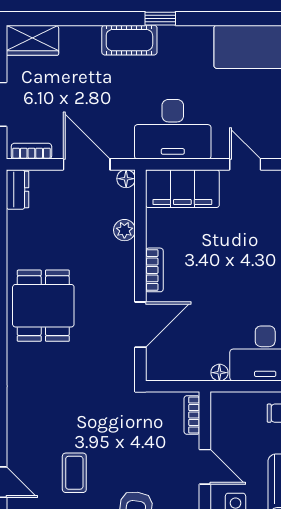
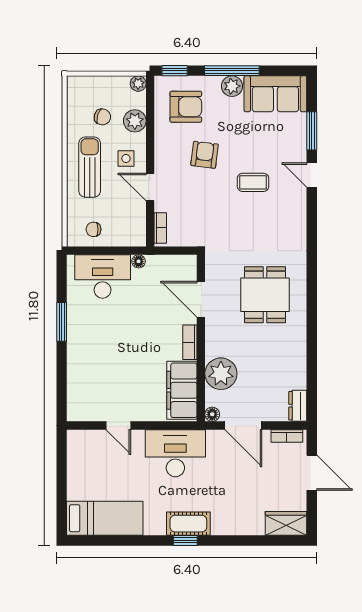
cot: (129, 40) -> (188, 524), moved
filing cabinet: (182, 189) -> (182, 390), moved, turned -90
plant: (124, 230) -> (221, 374), width x1.88, depth x1.88
dining table: (43, 306) -> (265, 295), moved
door: (140, 325) -> (201, 299), hinge flipped
coffee table: (74, 473) -> (253, 182), turned 90

